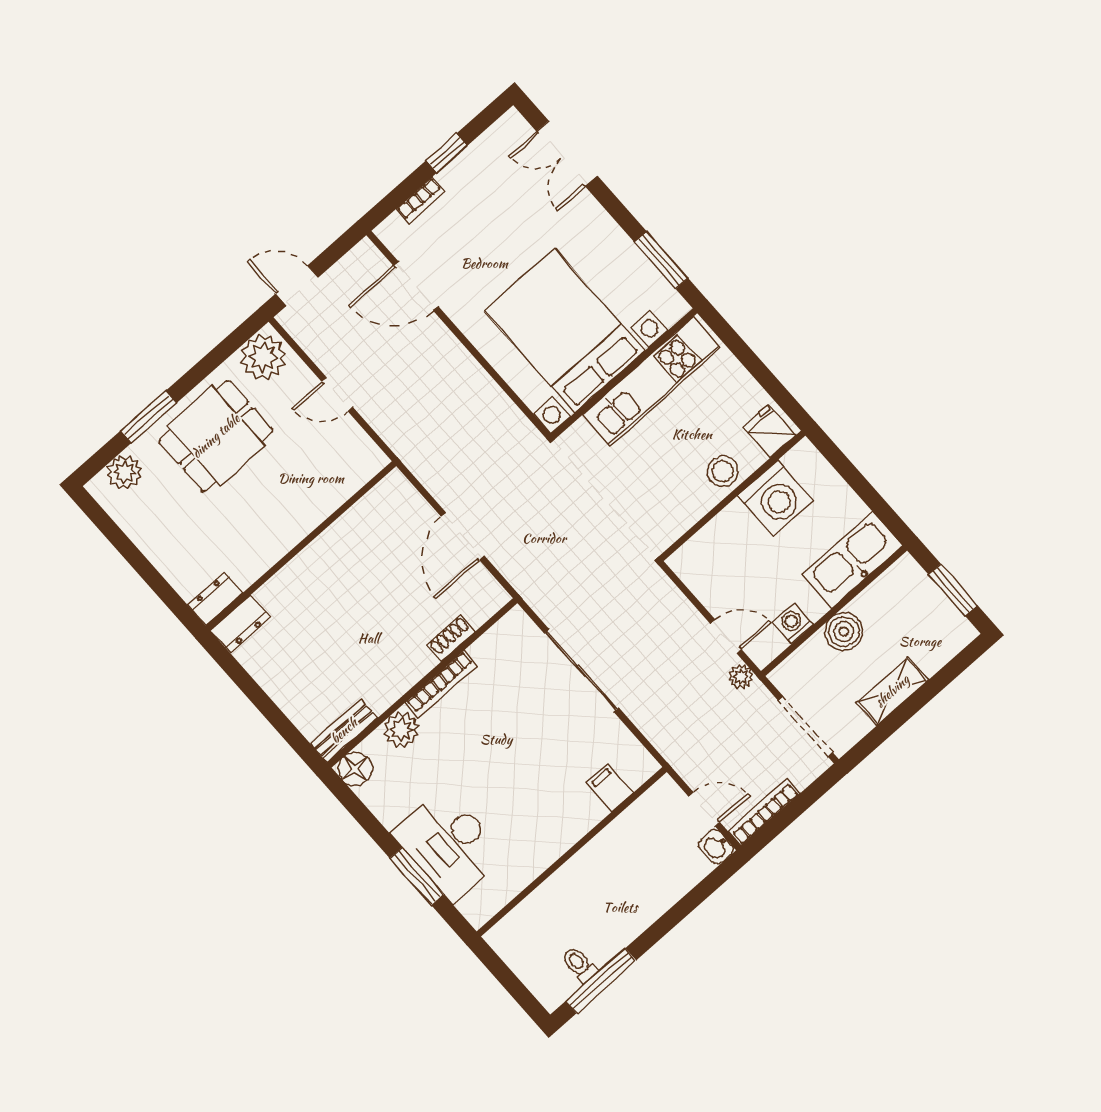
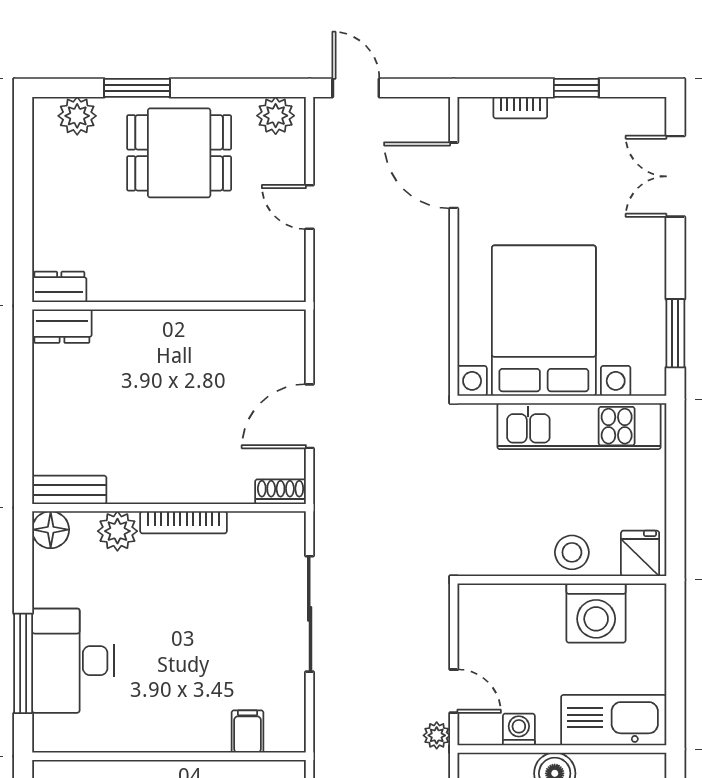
plant: (263, 357) -> (276, 116), width x0.73, depth x0.73
shoe rack: (451, 638) -> (281, 492), moved
window: (417, 876) -> (23, 663), width x1.44

